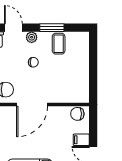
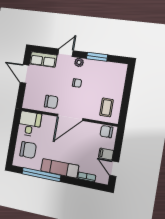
door: (13, 28) -> (66, 53), hinge flipped
coffee table: (59, 44) -> (106, 107), moved

